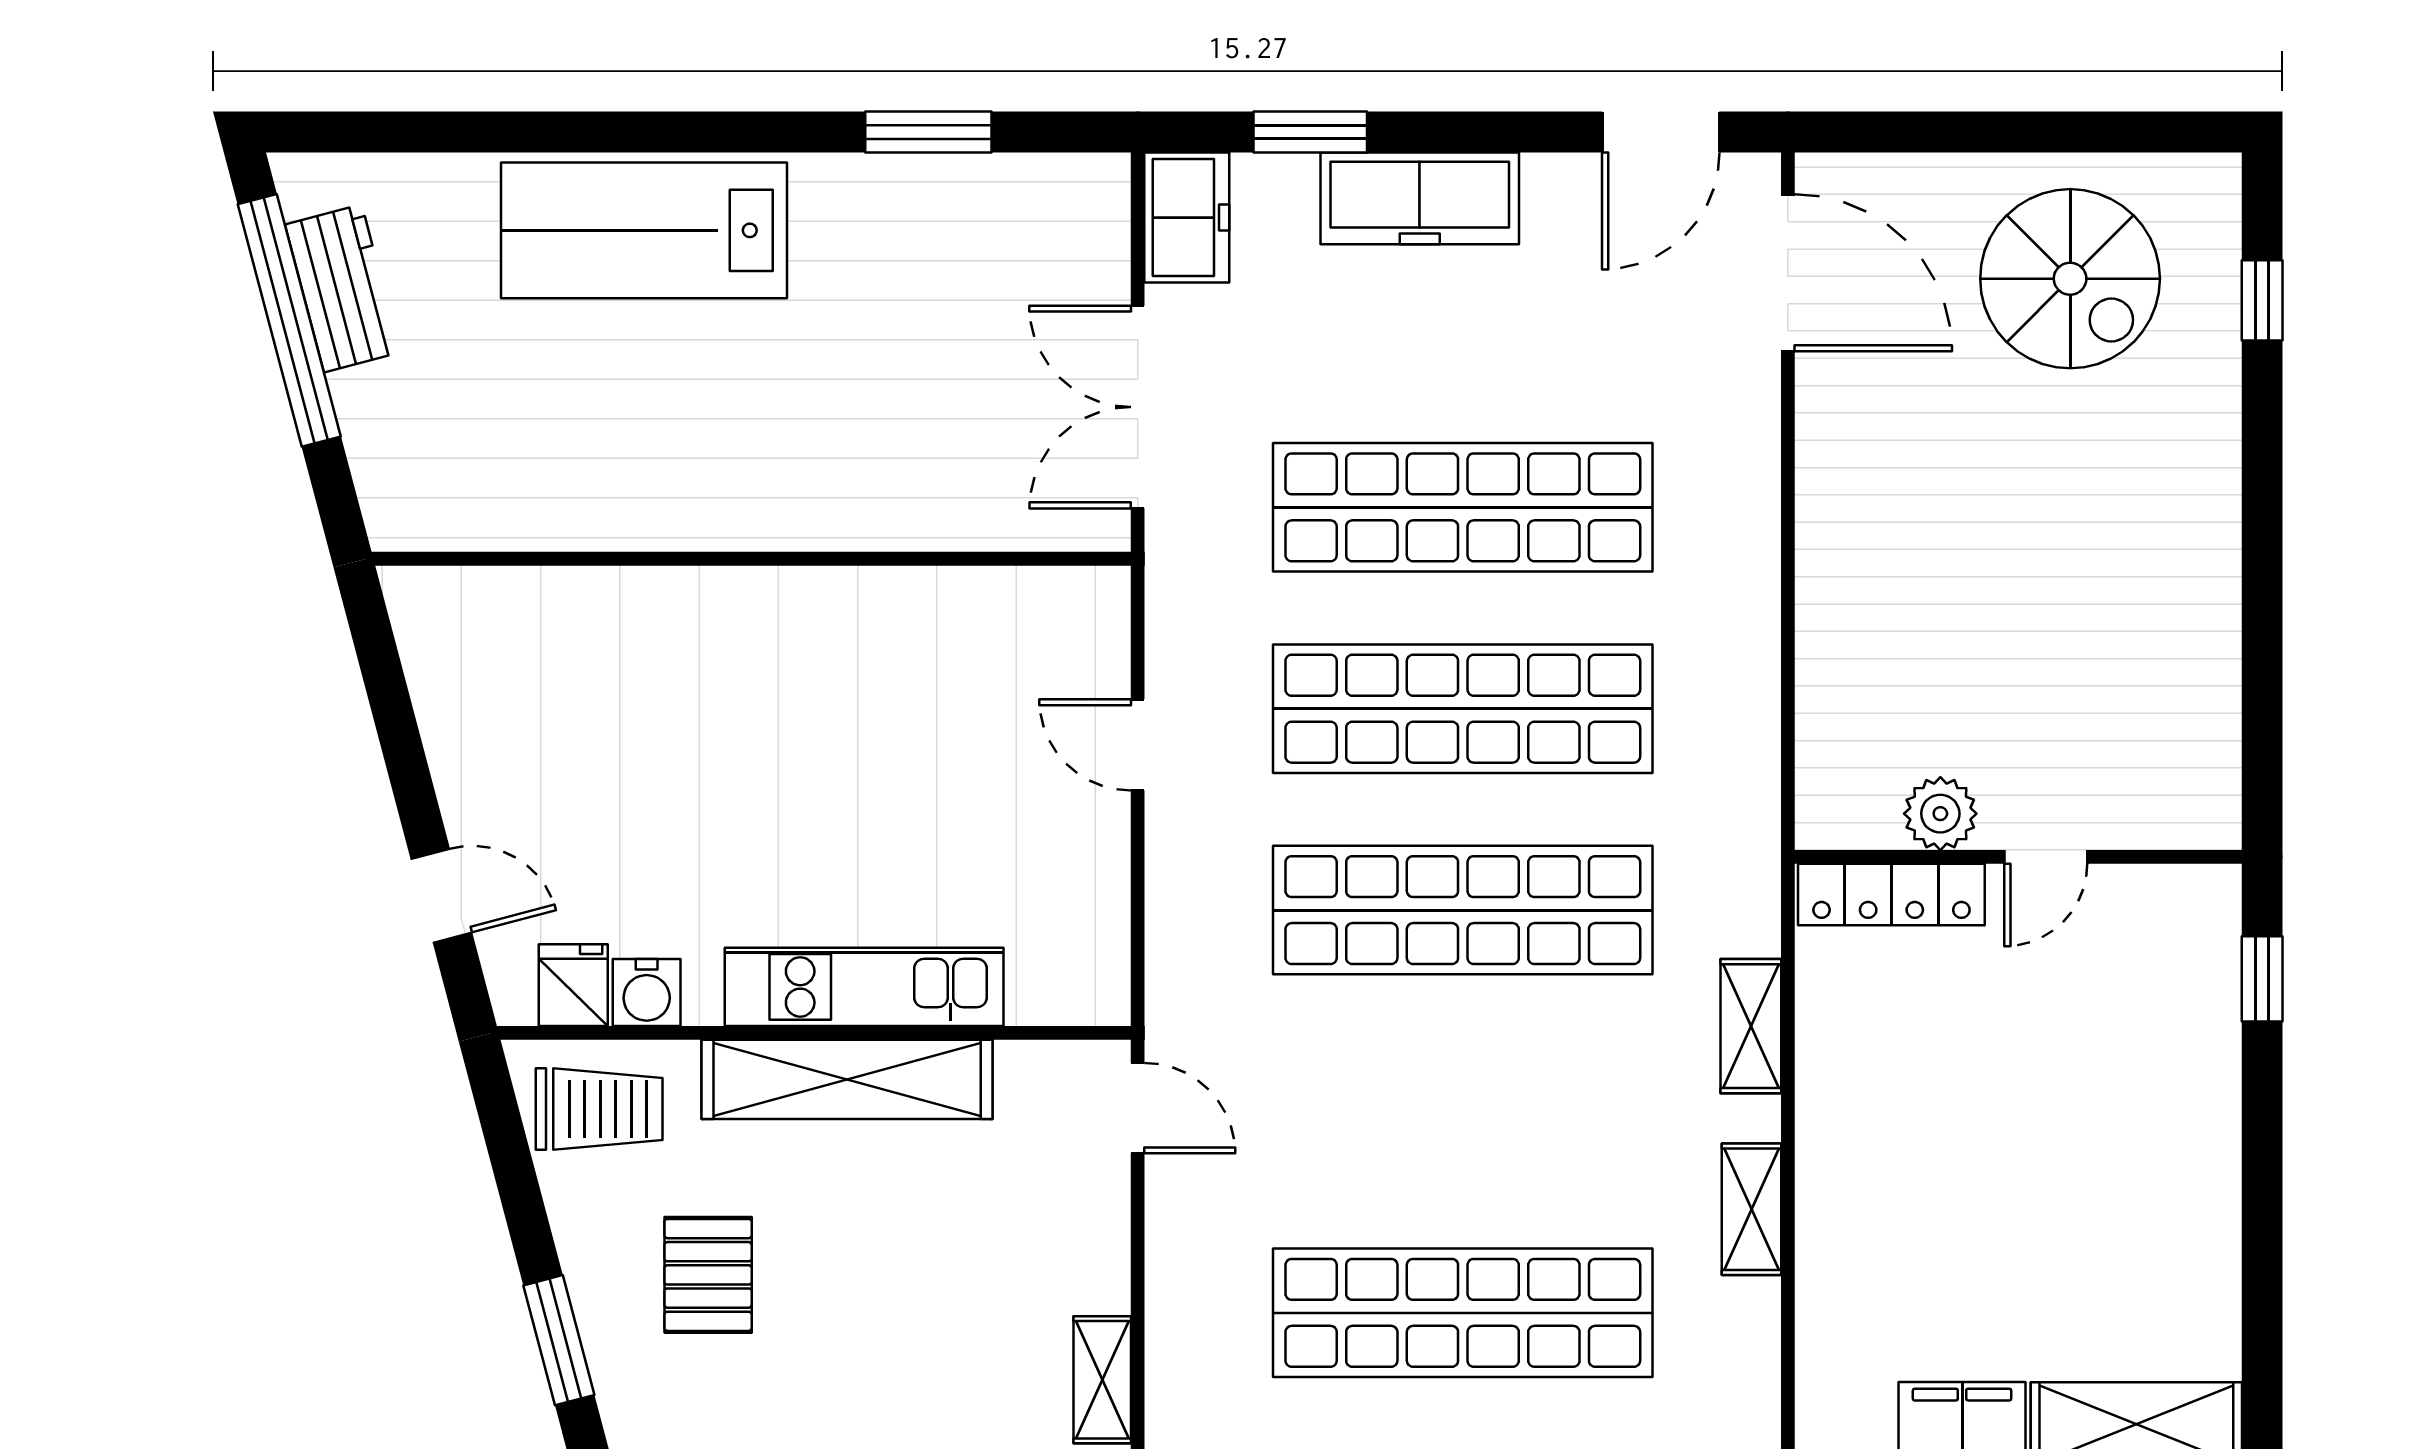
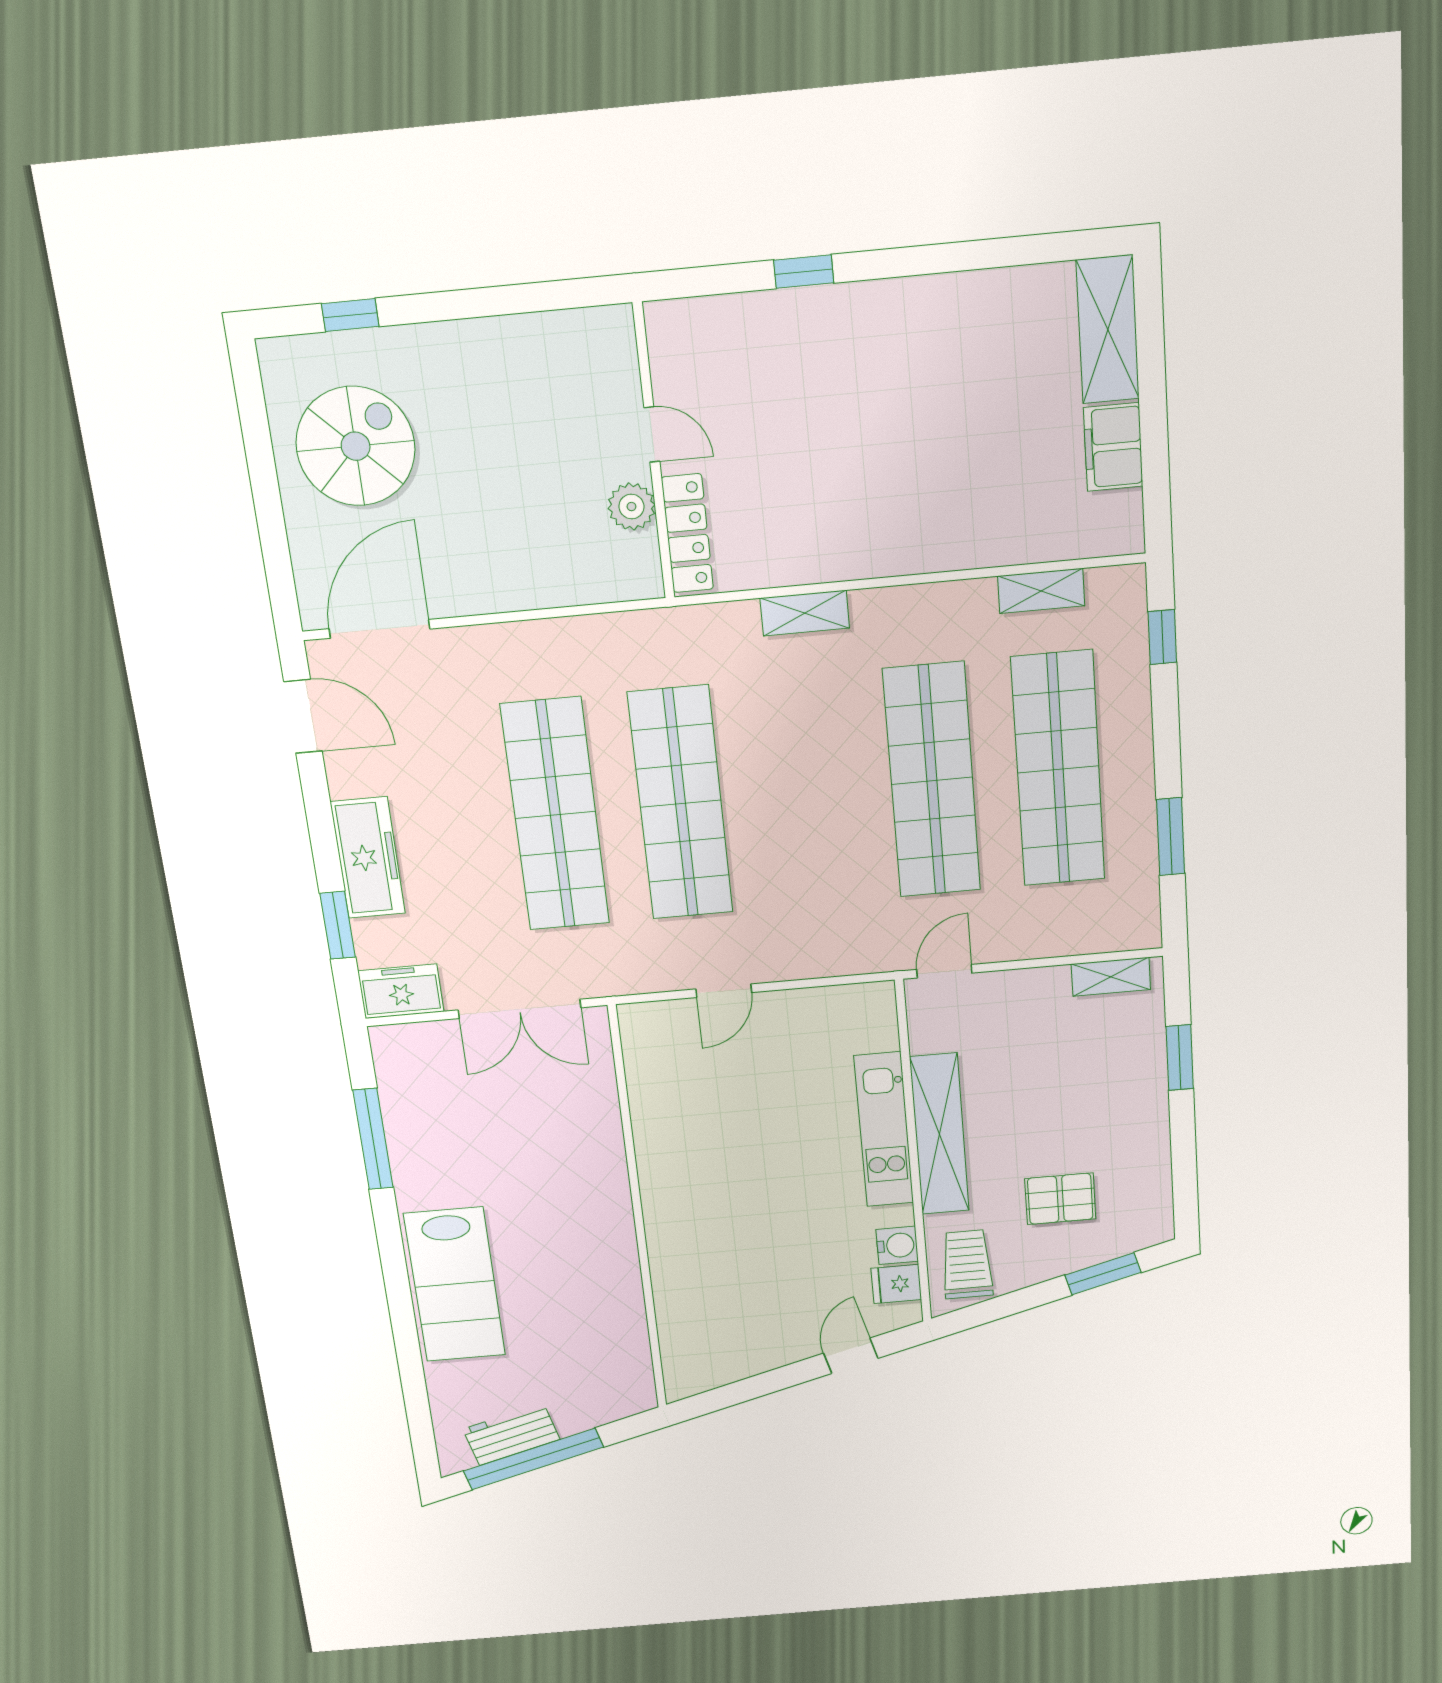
window: (928, 132) -> (373, 1139), width x1.44
plant: (1940, 814) -> (631, 507), moved
wall: (2018, 857) -> (654, 453), moved
door: (2046, 857) -> (652, 434), moved
locker: (1891, 894) -> (687, 533), moved
shop shelf: (1463, 910) -> (932, 781), moved
shelving: (1751, 1026) -> (805, 613), moved
shelving: (1752, 1209) -> (1041, 591), moved

